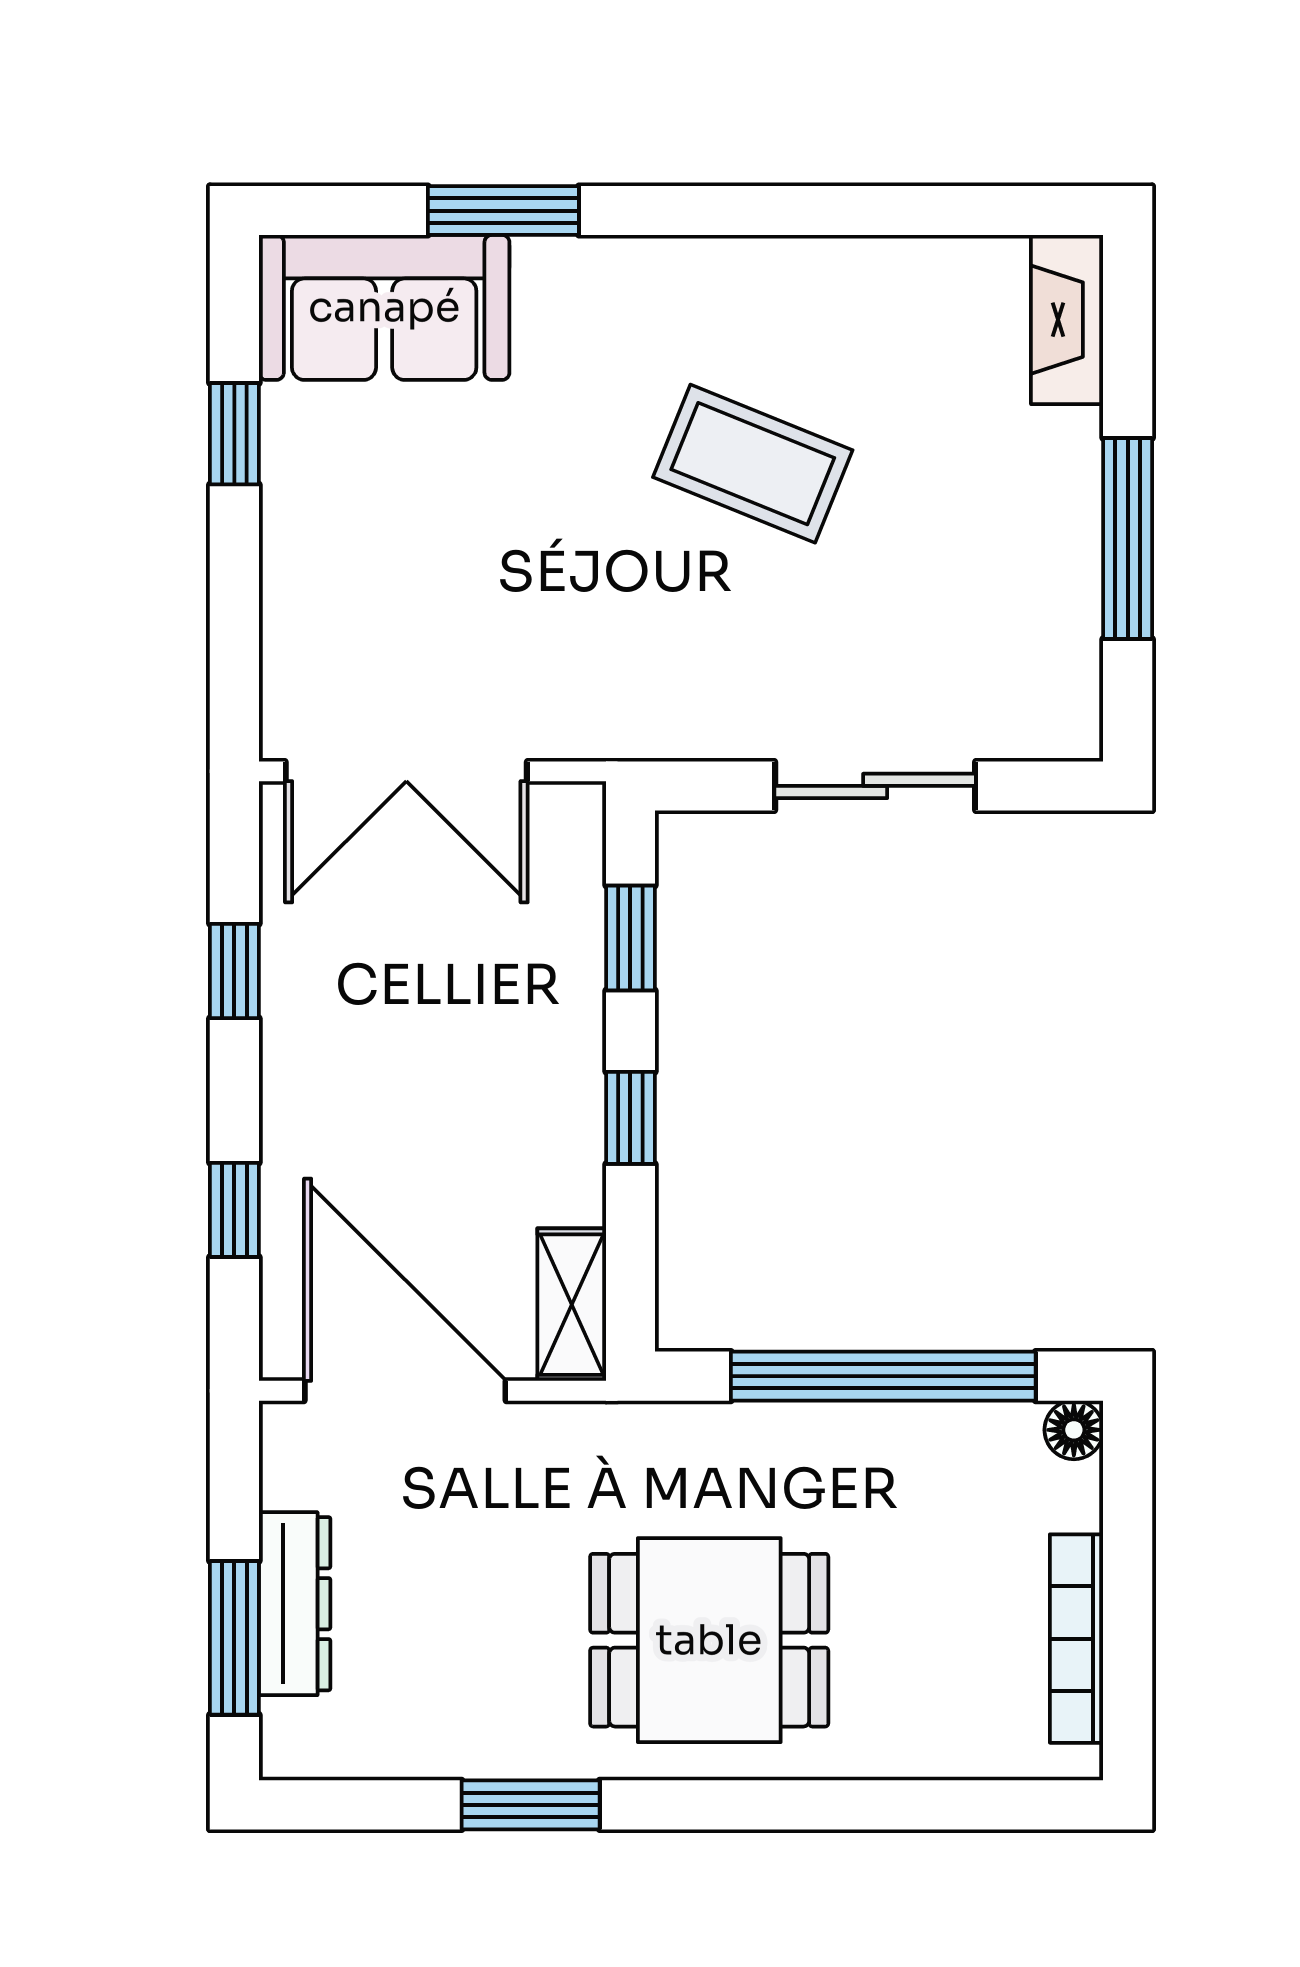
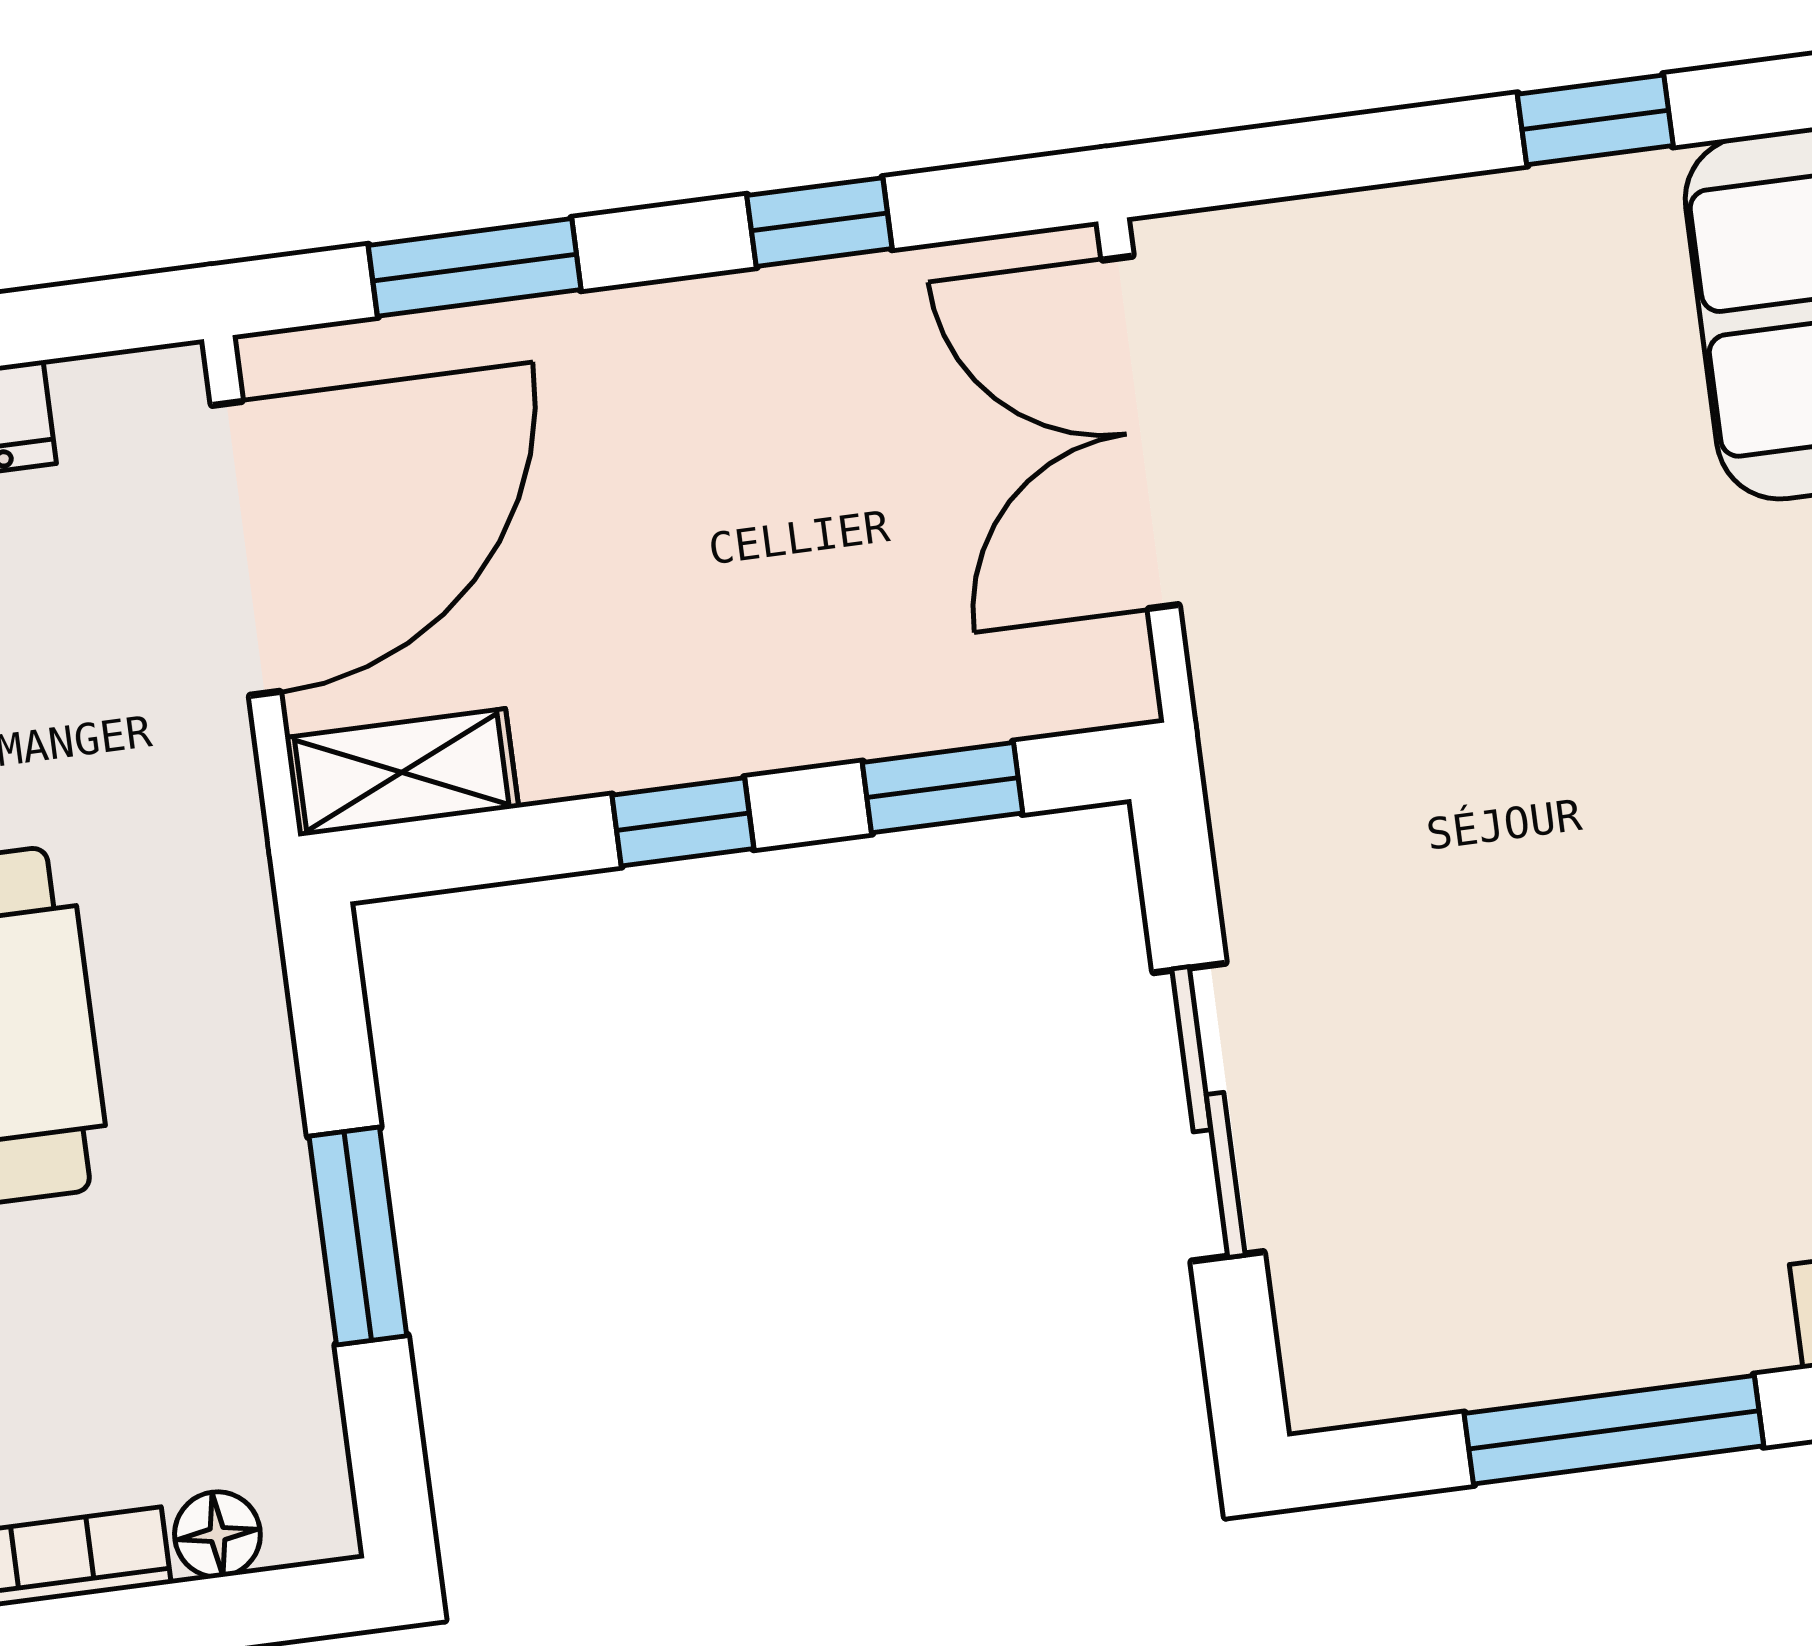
coffee table: (753, 464) -> (1651, 874), removed
window: (234, 1210) -> (475, 267), width x1.50
window: (883, 1376) -> (358, 1236), width x0.47
floor lamp: (1074, 1430) -> (217, 1534), moved

